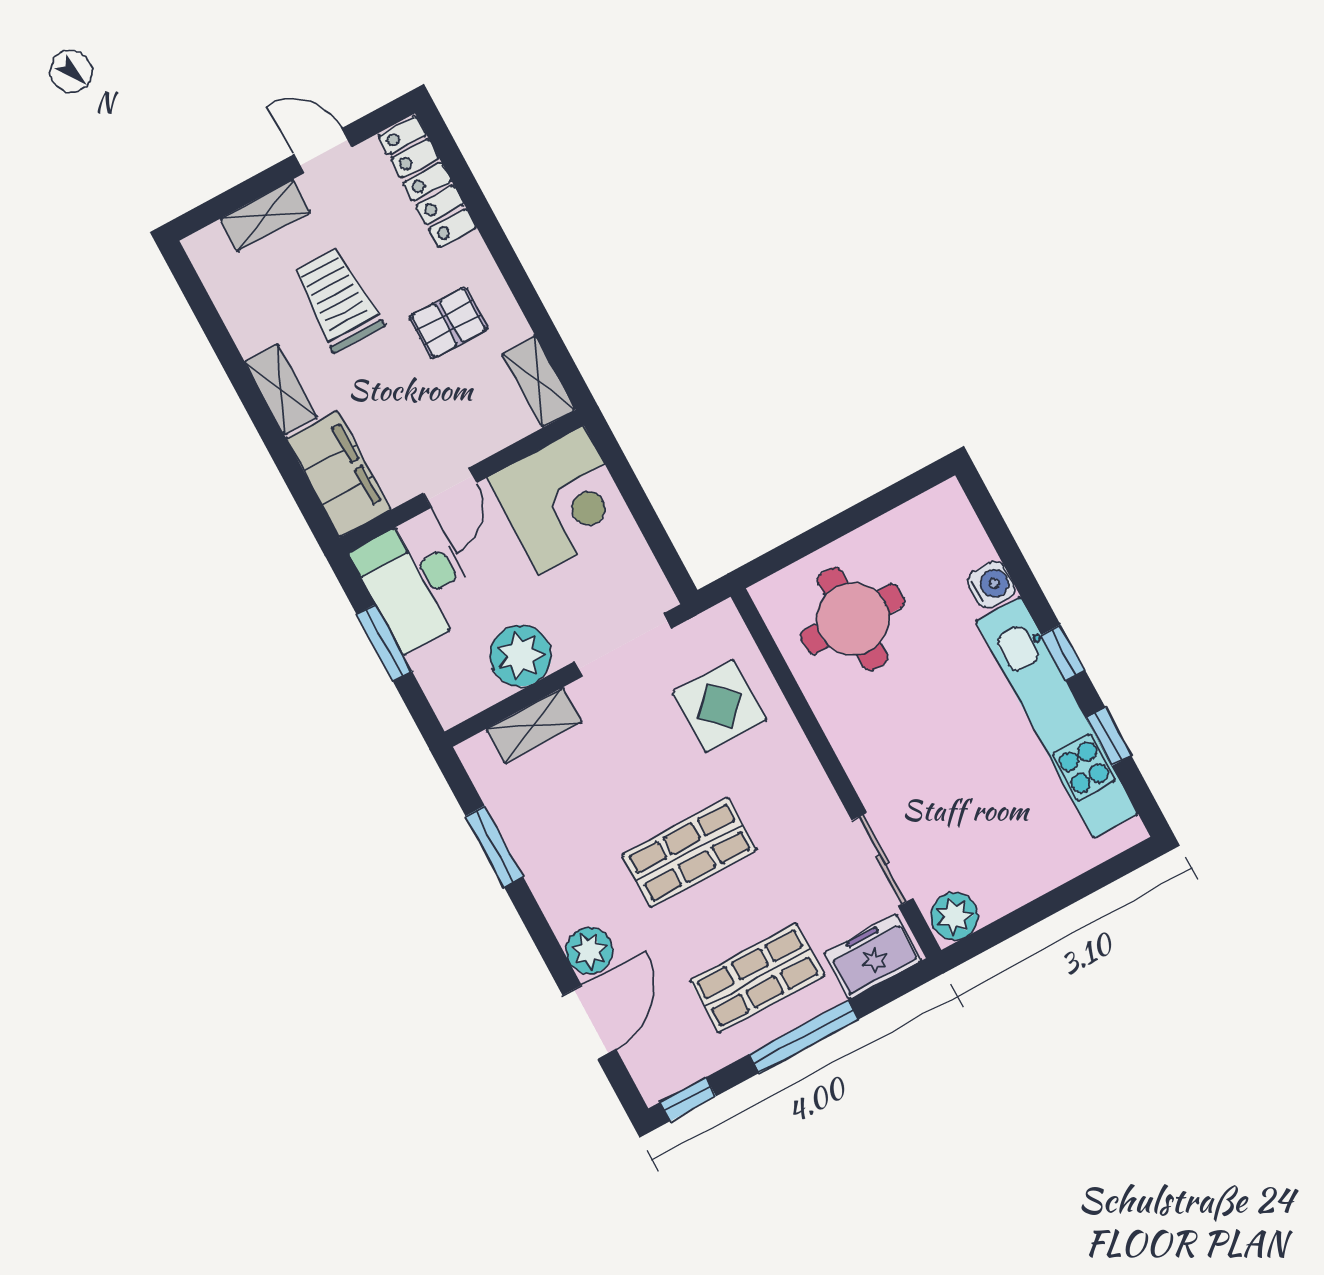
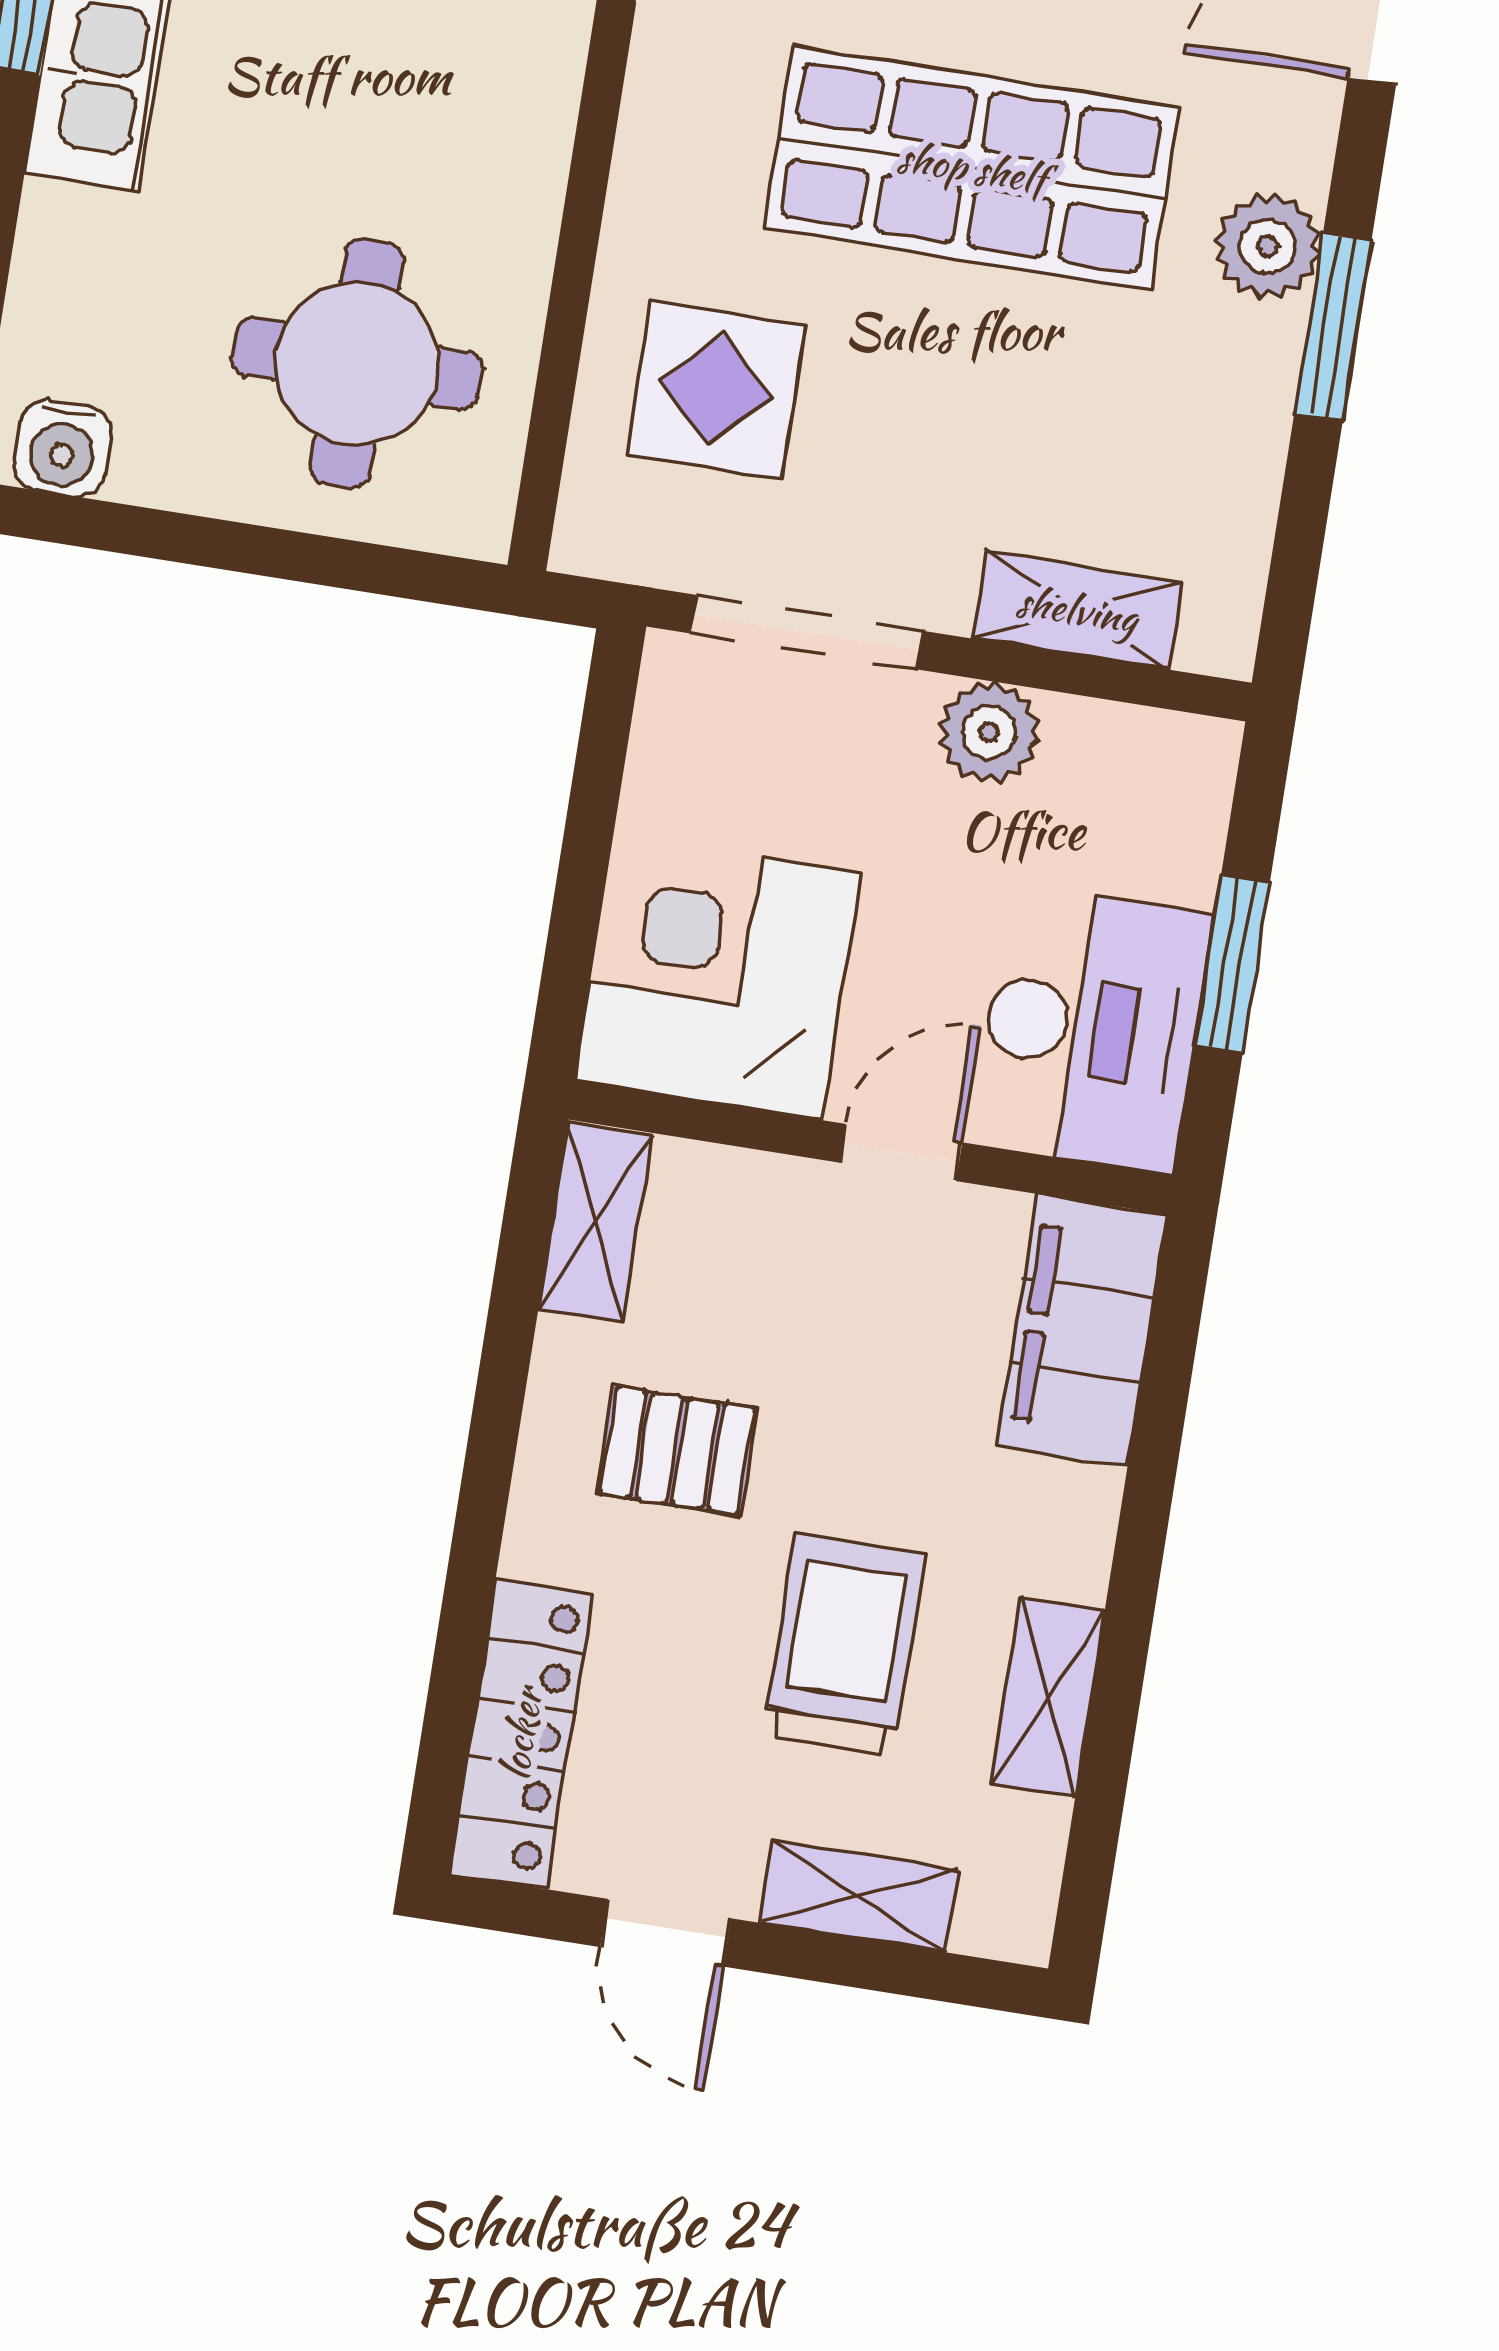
trolley: (338, 299) -> (844, 1645), turned 180
shelving: (281, 389) -> (1048, 1697), moved
water cooler: (991, 585) -> (63, 448), moved, turned -90
plant: (521, 656) -> (989, 732), width x0.73, depth x0.73
window: (494, 846) -> (1333, 327), moved
shop shelf: (689, 853) -> (972, 168), width x1.43, depth x1.36
plant: (589, 951) -> (1268, 246), moved

